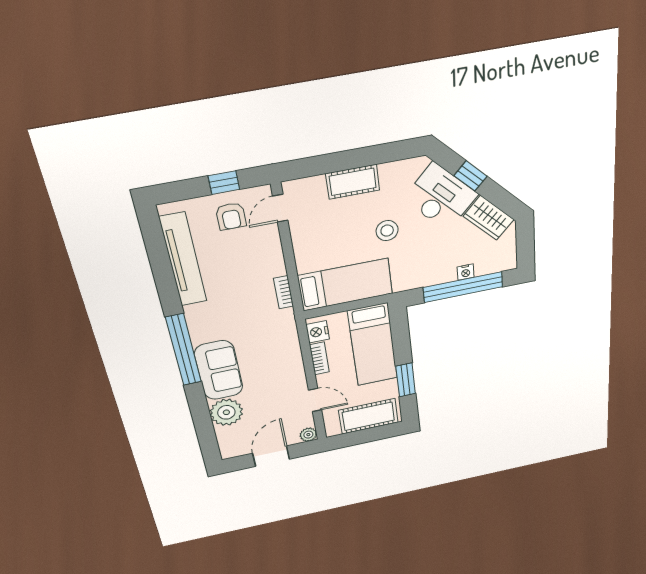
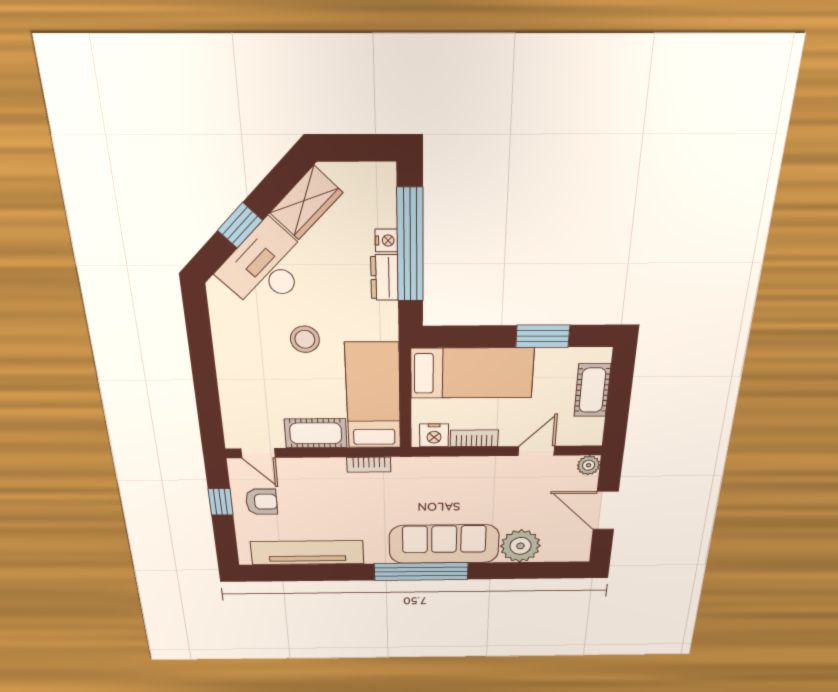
cot: (353, 182) -> (316, 433), moved, turned 90
dresser: (439, 276) -> (385, 278), added
sofa: (219, 370) -> (444, 544), width x1.36
cot: (368, 416) -> (592, 390), width x0.73, depth x0.75

